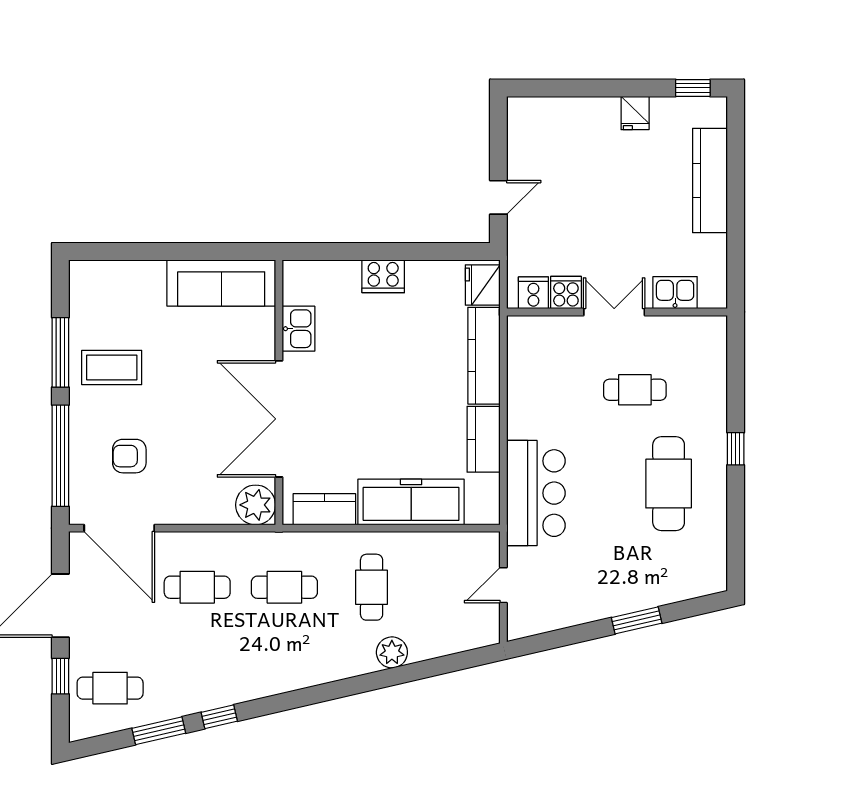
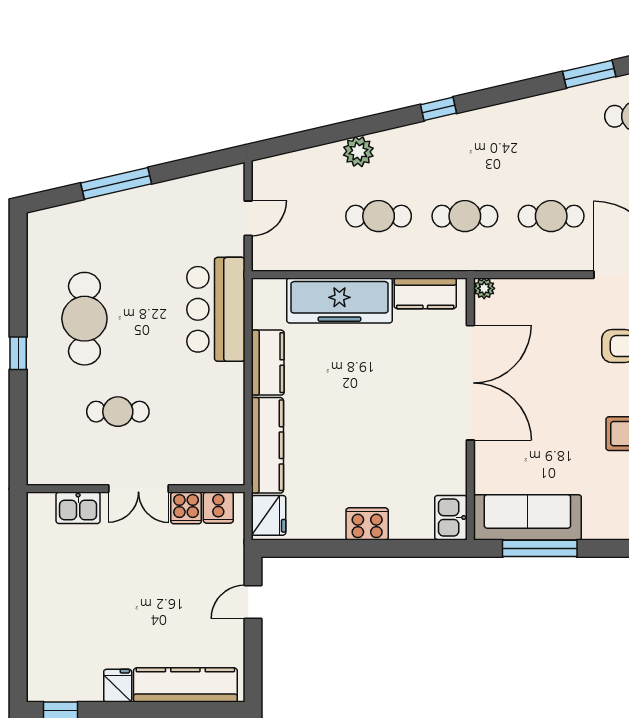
kitchen counter: (710, 180) -> (185, 685), moved, turned -90
window: (209, 252) -> (540, 548), added
kitchen sink: (298, 329) -> (451, 518), moved
plant: (256, 505) -> (484, 288), width x0.53, depth x0.53
cafe table: (372, 587) -> (379, 216), turned 90
window: (637, 620) -> (116, 183), width x1.44
window: (219, 717) -> (439, 109), moved

